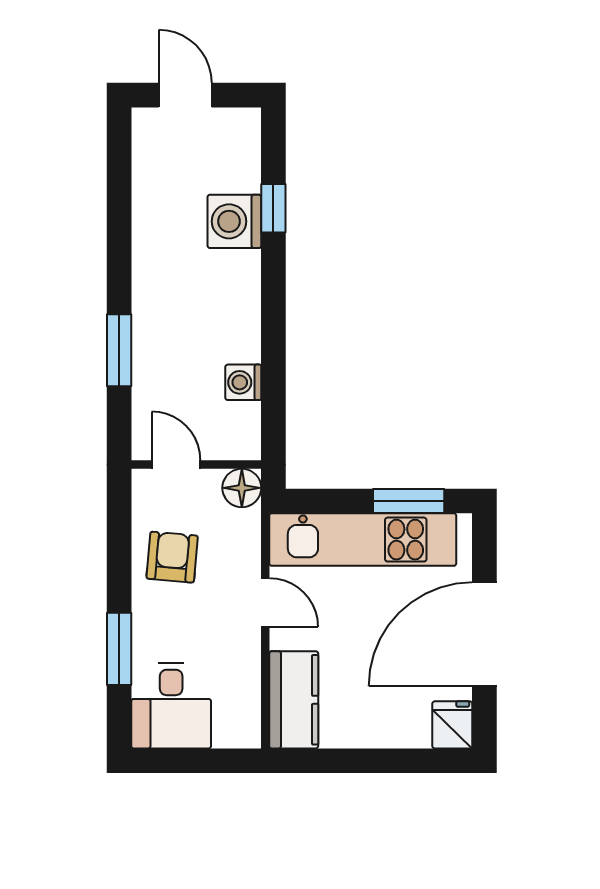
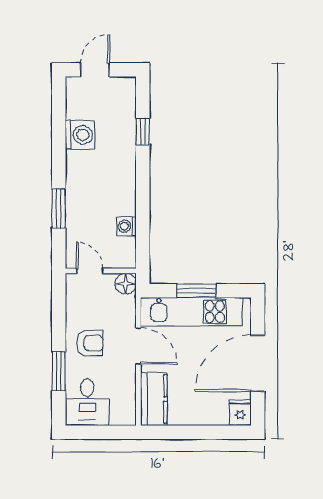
door: (185, 95) -> (95, 70), hinge flipped
washing machine: (234, 221) -> (80, 135), moved, turned 180
window: (409, 501) -> (196, 291), moved
armchair: (172, 557) -> (90, 343), moved, turned 85
door: (265, 602) -> (138, 346), width x1.38

